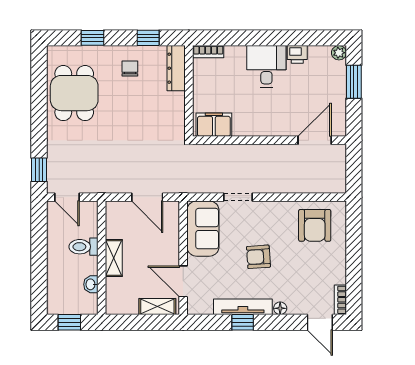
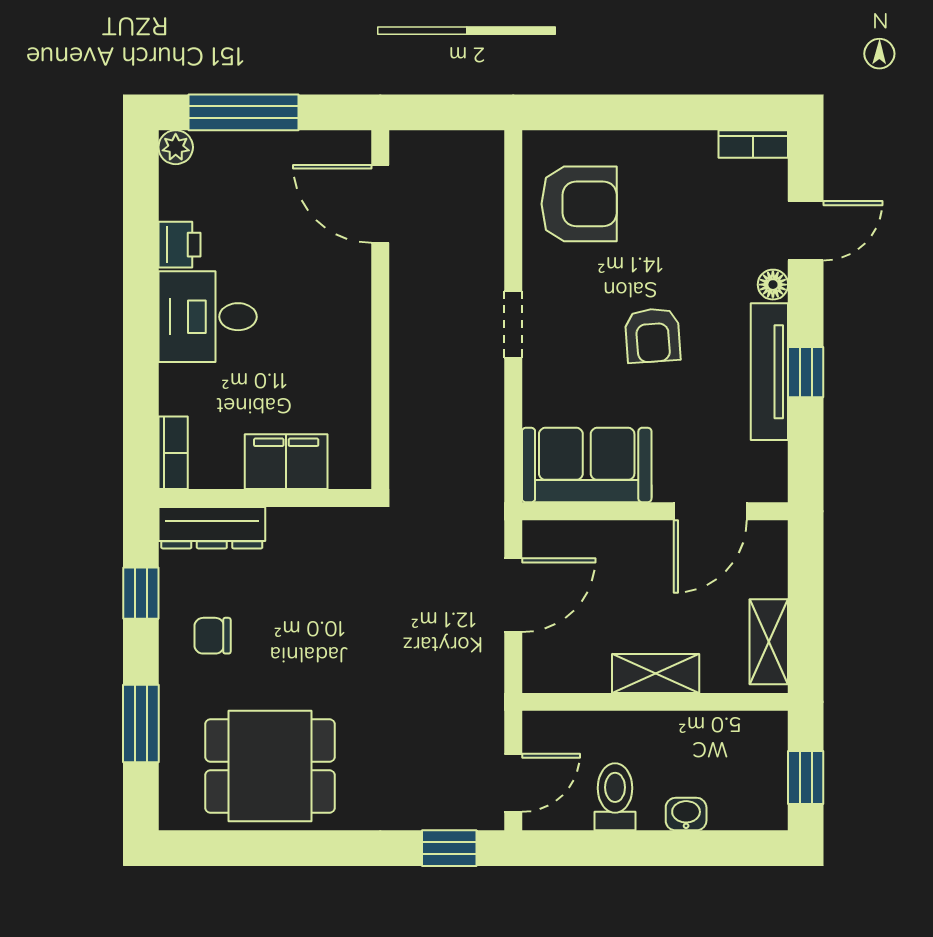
window: (92, 38) -> (141, 723), width x1.50
window: (354, 82) -> (244, 112), width x1.44
filing cabinet: (214, 125) -> (286, 462), moved, turned 90
doorway: (238, 197) -> (513, 324), moved
toilet: (83, 247) -> (615, 797), moved, turned 180
washbasin: (91, 284) -> (686, 814), moved, turned 180
shelving: (157, 306) -> (769, 642), moved
door: (320, 322) -> (806, 231), moved

